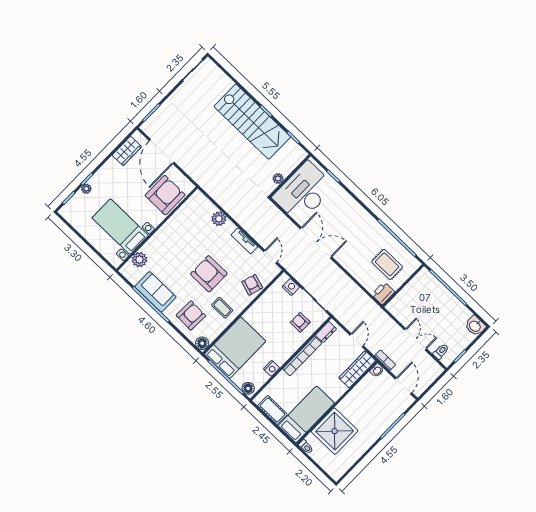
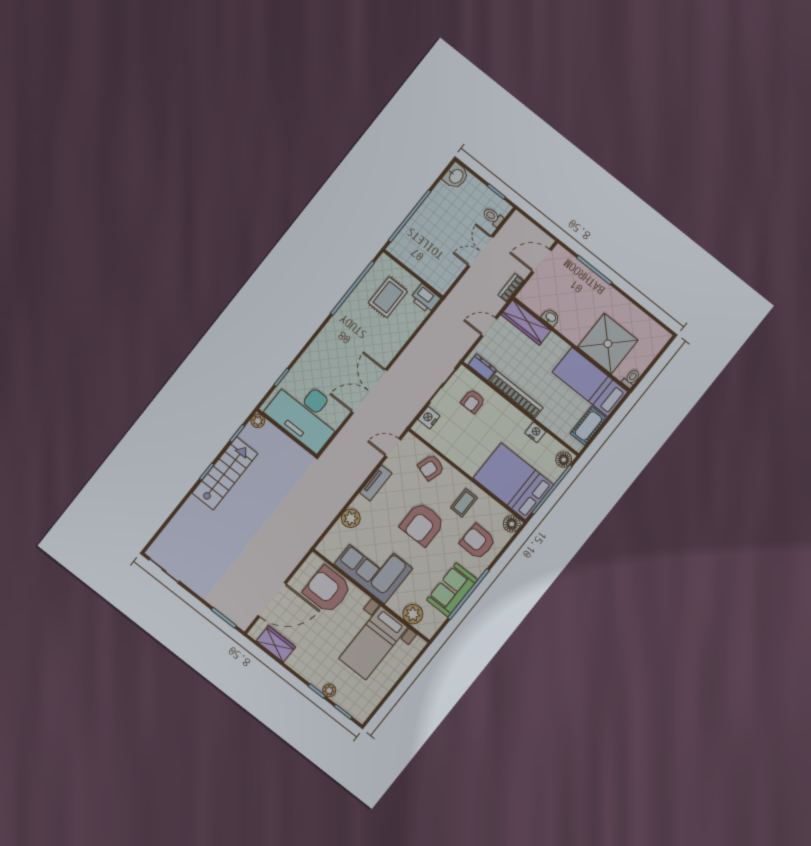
stairs: (252, 122) -> (225, 473), width x0.73, depth x0.66
plant: (278, 179) -> (258, 421), moved
corner sofa: (180, 233) -> (373, 566), added
washbasin: (377, 370) -> (551, 317), moved

